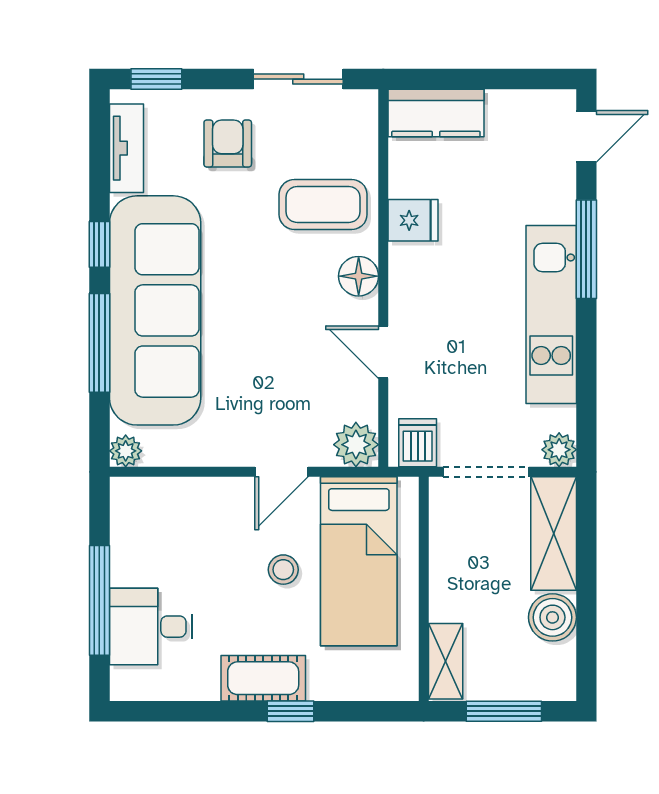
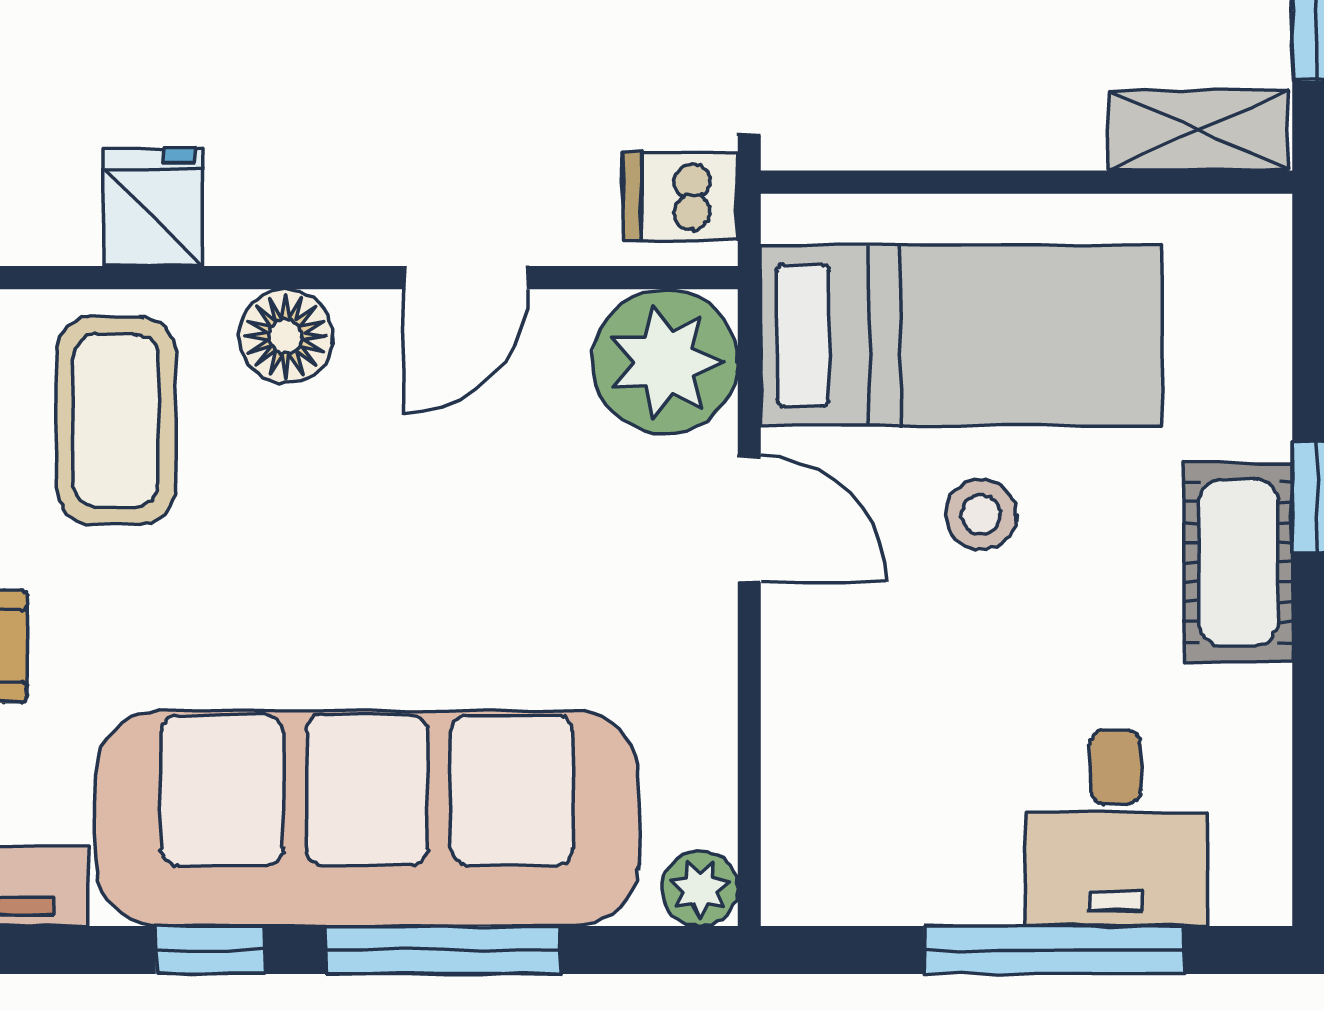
plant: (356, 445) -> (665, 362), width x1.36, depth x1.36

